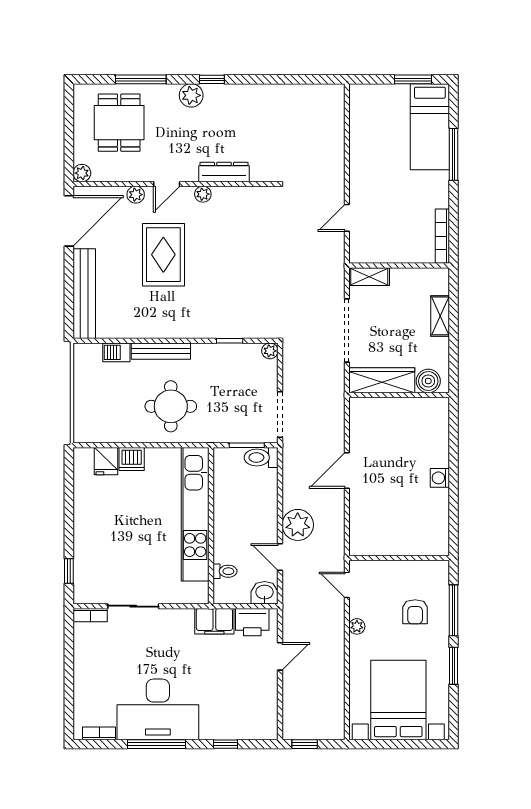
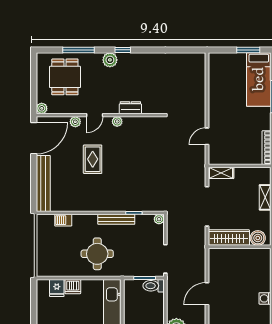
dresser: (224, 172) -> (130, 108), width x0.70
rug: (163, 255) -> (93, 159), width x0.73, depth x0.70
bench: (161, 351) -> (116, 219), moved

